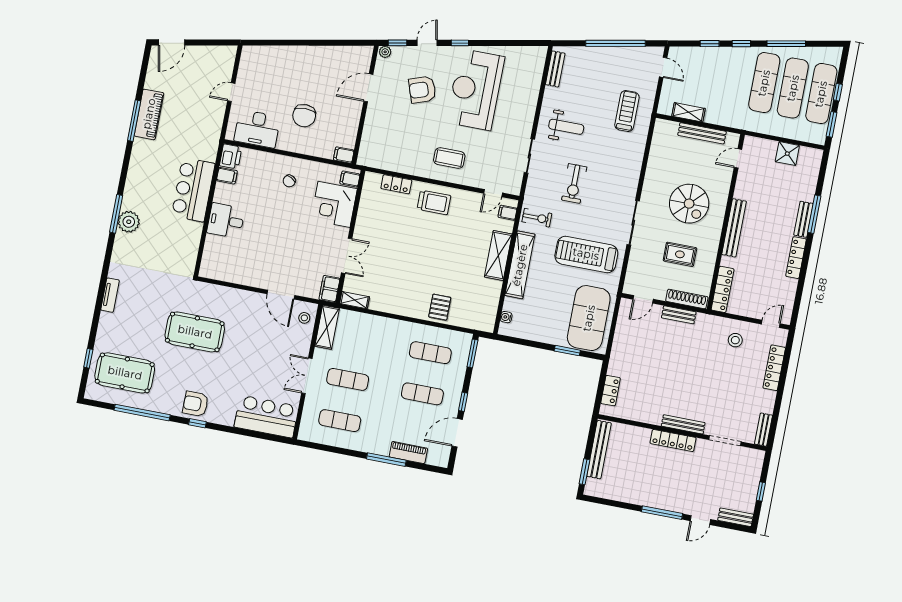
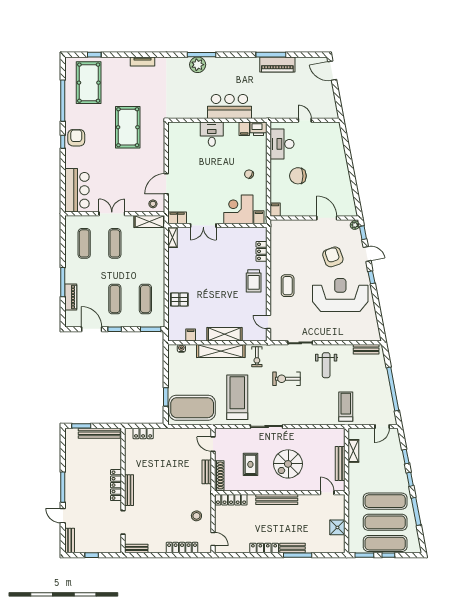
treadmill: (627, 111) -> (346, 407), turned -90
filing cabinet: (508, 213) -> (191, 335), moved

